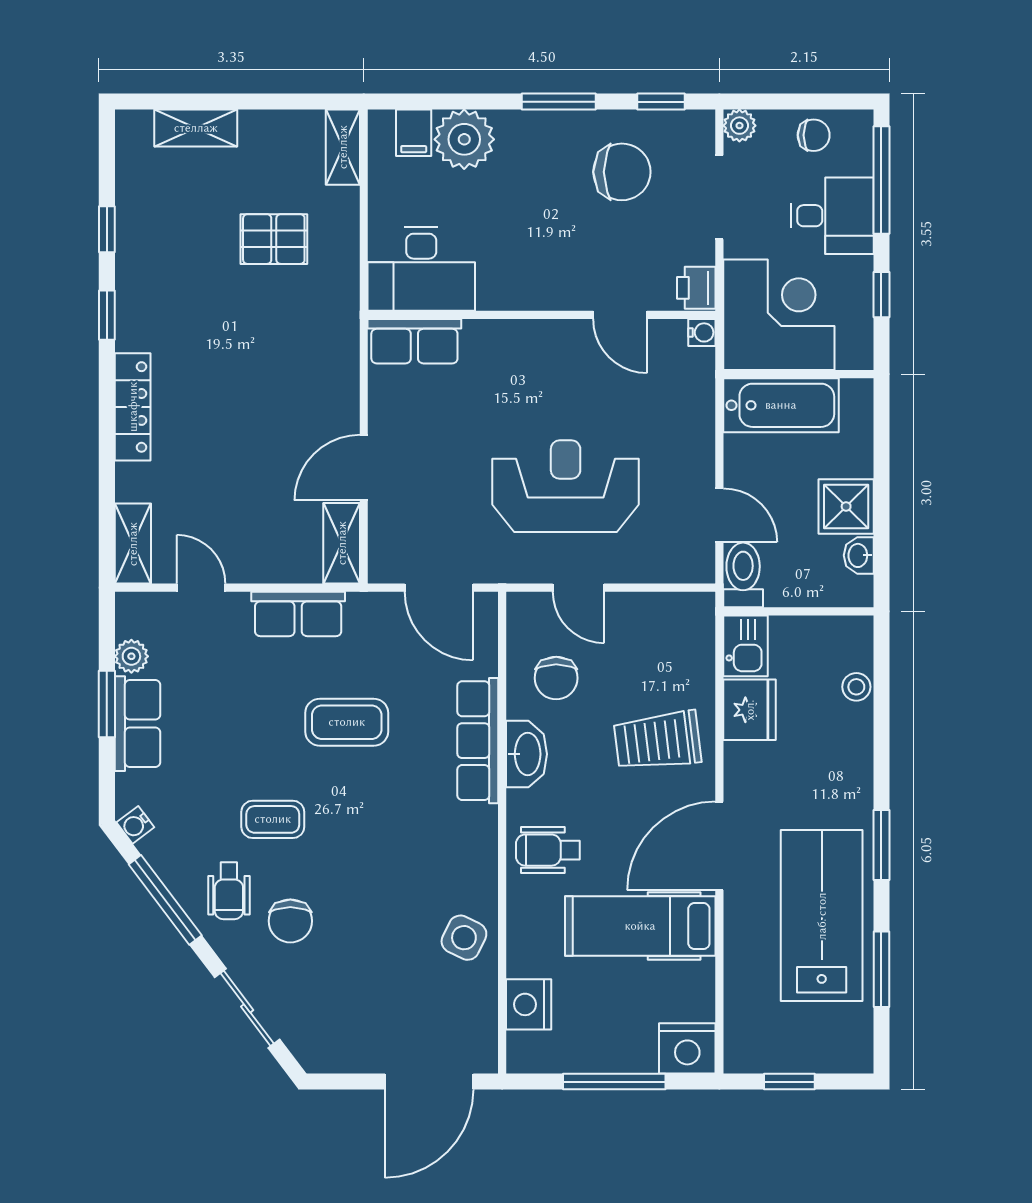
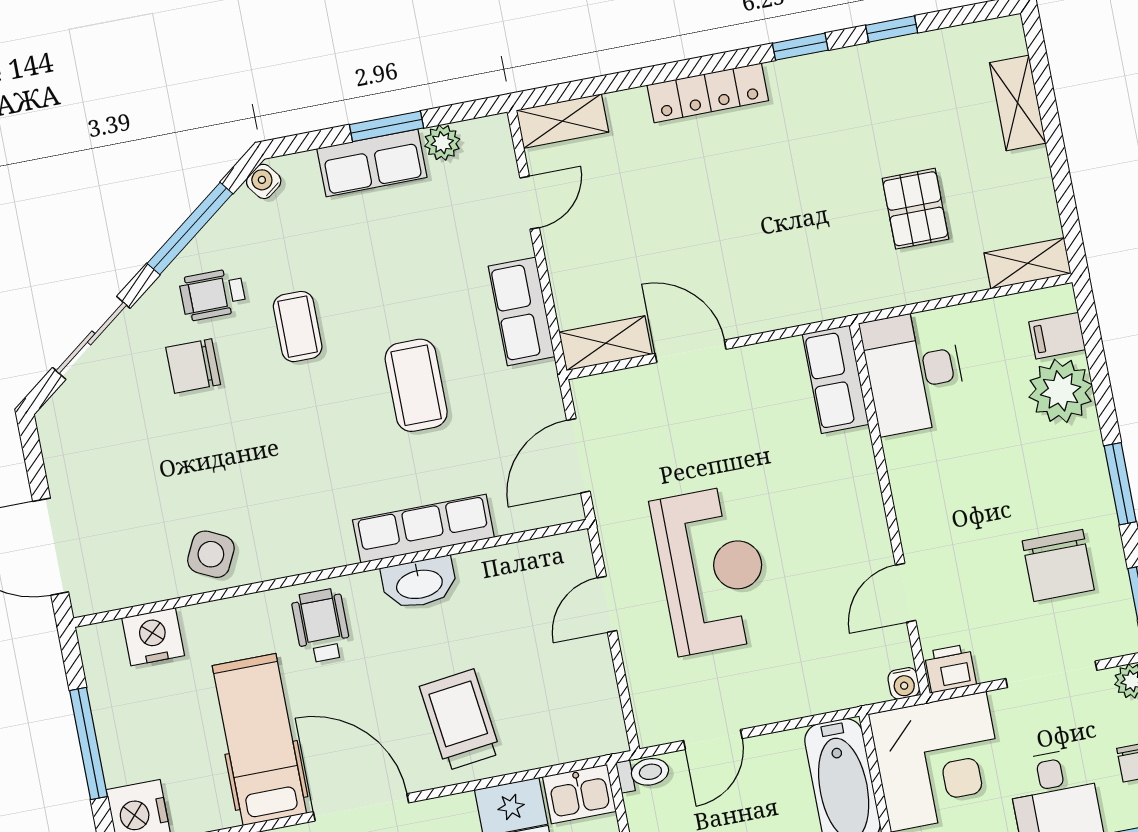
toilet: (743, 575) -> (643, 773), width x0.73, depth x0.72
chair: (556, 678) -> (506, 599), removed

